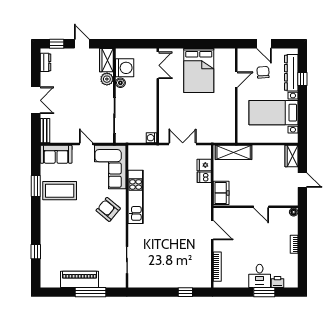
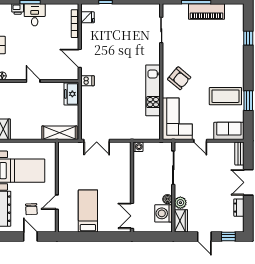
dresser: (46, 62) -> (239, 208), moved
bed: (199, 70) -> (88, 211), width x0.67
double door: (183, 144) -> (97, 141), moved
fridge: (204, 165) -> (87, 17), moved
dishwasher: (204, 177) -> (87, 81), moved

